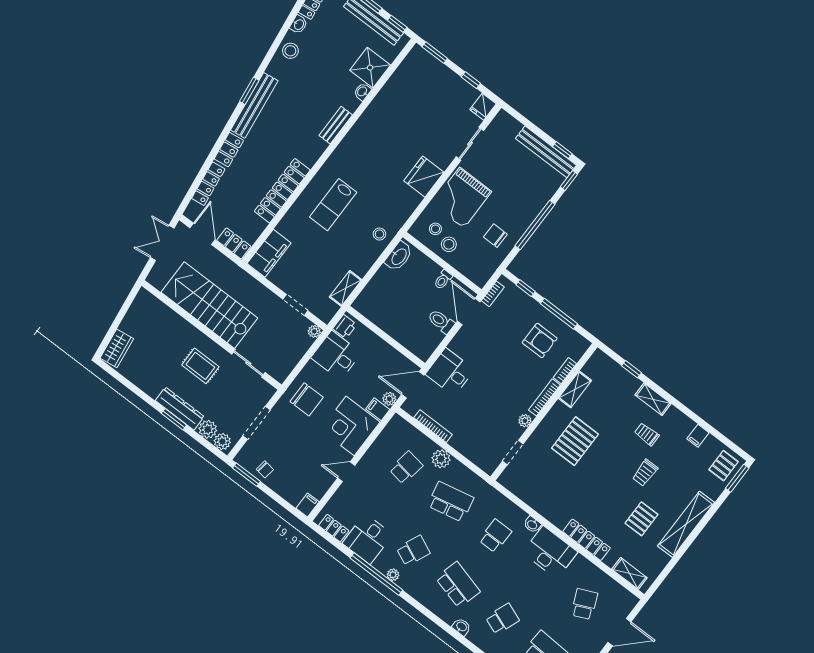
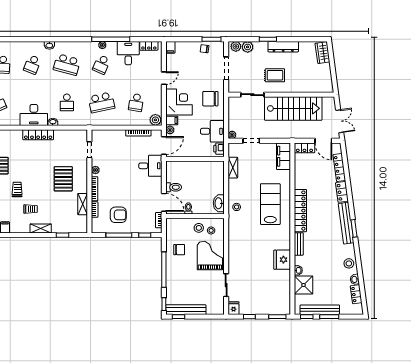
fridge: (424, 177) -> (282, 260), moved, turned 180
locker: (282, 191) -> (300, 211), moved
lab bench: (333, 205) -> (270, 204), width x1.36, depth x1.39
armchair: (540, 340) -> (118, 215), turned 180
dresser: (180, 409) -> (283, 47), moved
plant: (441, 459) -> (155, 120), moved
locker: (587, 540) -> (38, 135), moved

